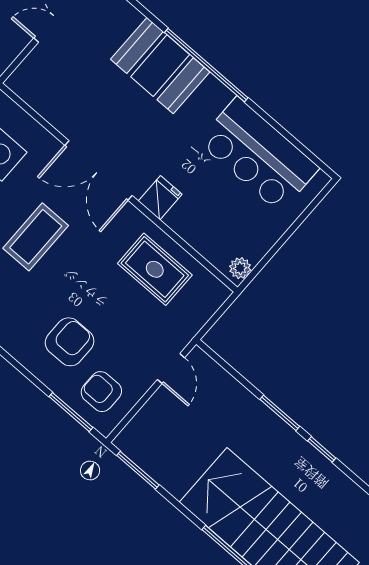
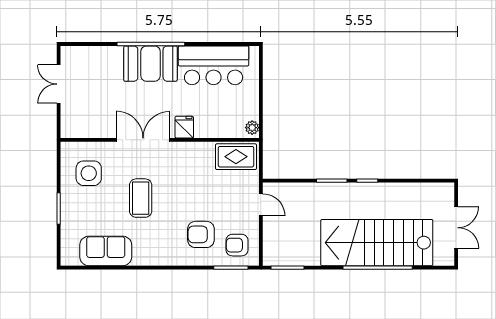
booth: (160, 66) -> (150, 64), moved
double door: (98, 170) -> (143, 140), swing flipped
rug: (155, 269) -> (236, 157), moved
armchair: (70, 342) -> (201, 234), turned -90

